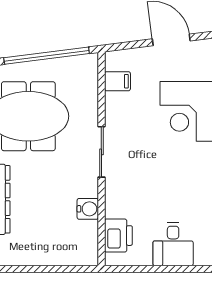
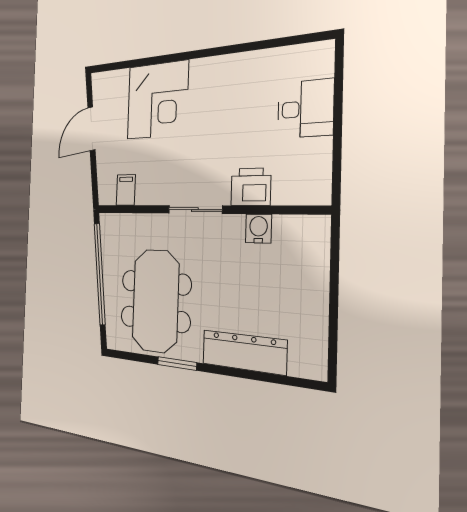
printer: (118, 236) -> (251, 187), moved

